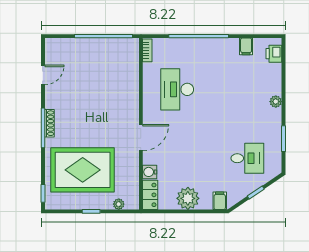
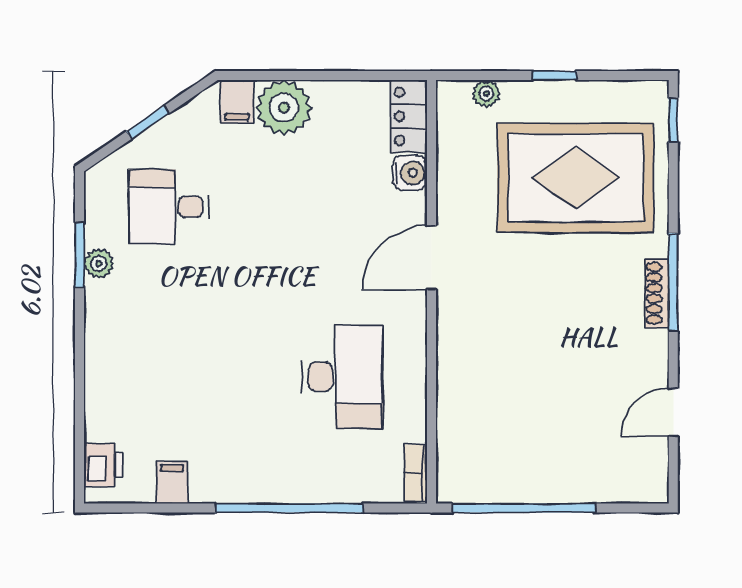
plant: (276, 102) -> (99, 264), moved
plant: (188, 198) -> (284, 108), moved

